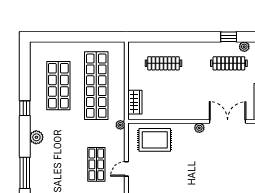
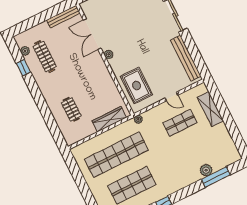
clothes rail: (163, 63) -> (71, 109), width x0.73
wardrobe: (135, 102) -> (109, 119), width x1.50
plant: (36, 137) -> (206, 170), moved

